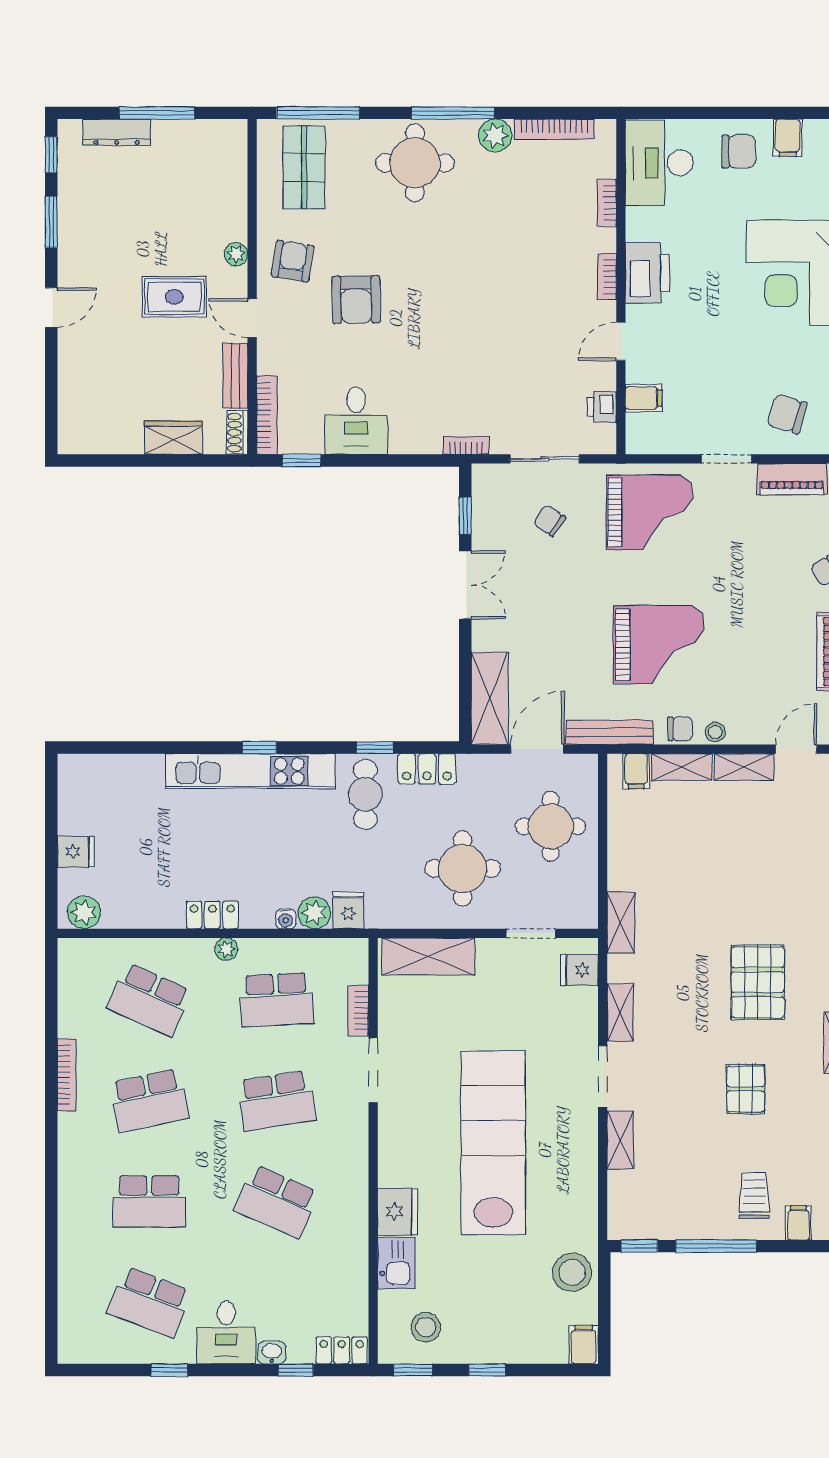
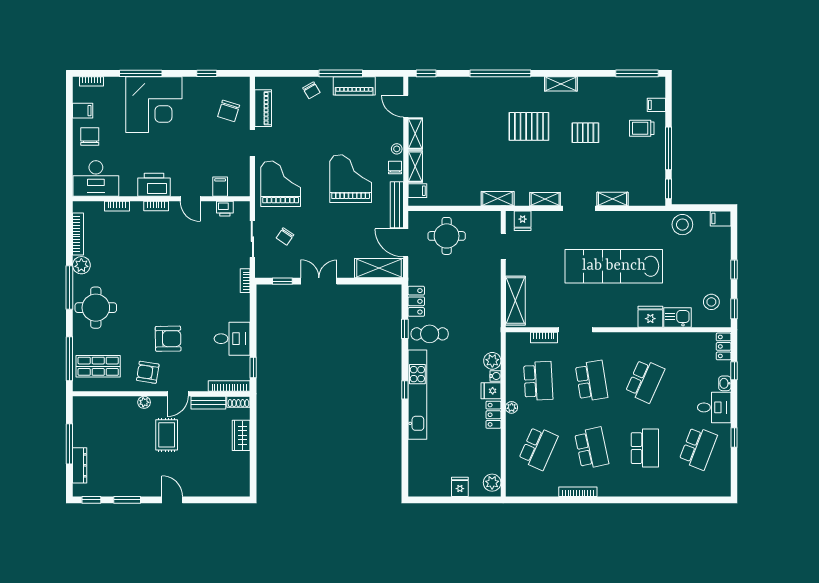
round table: (463, 869) -> (469, 282), removed
fridge: (348, 910) -> (491, 391), moved

